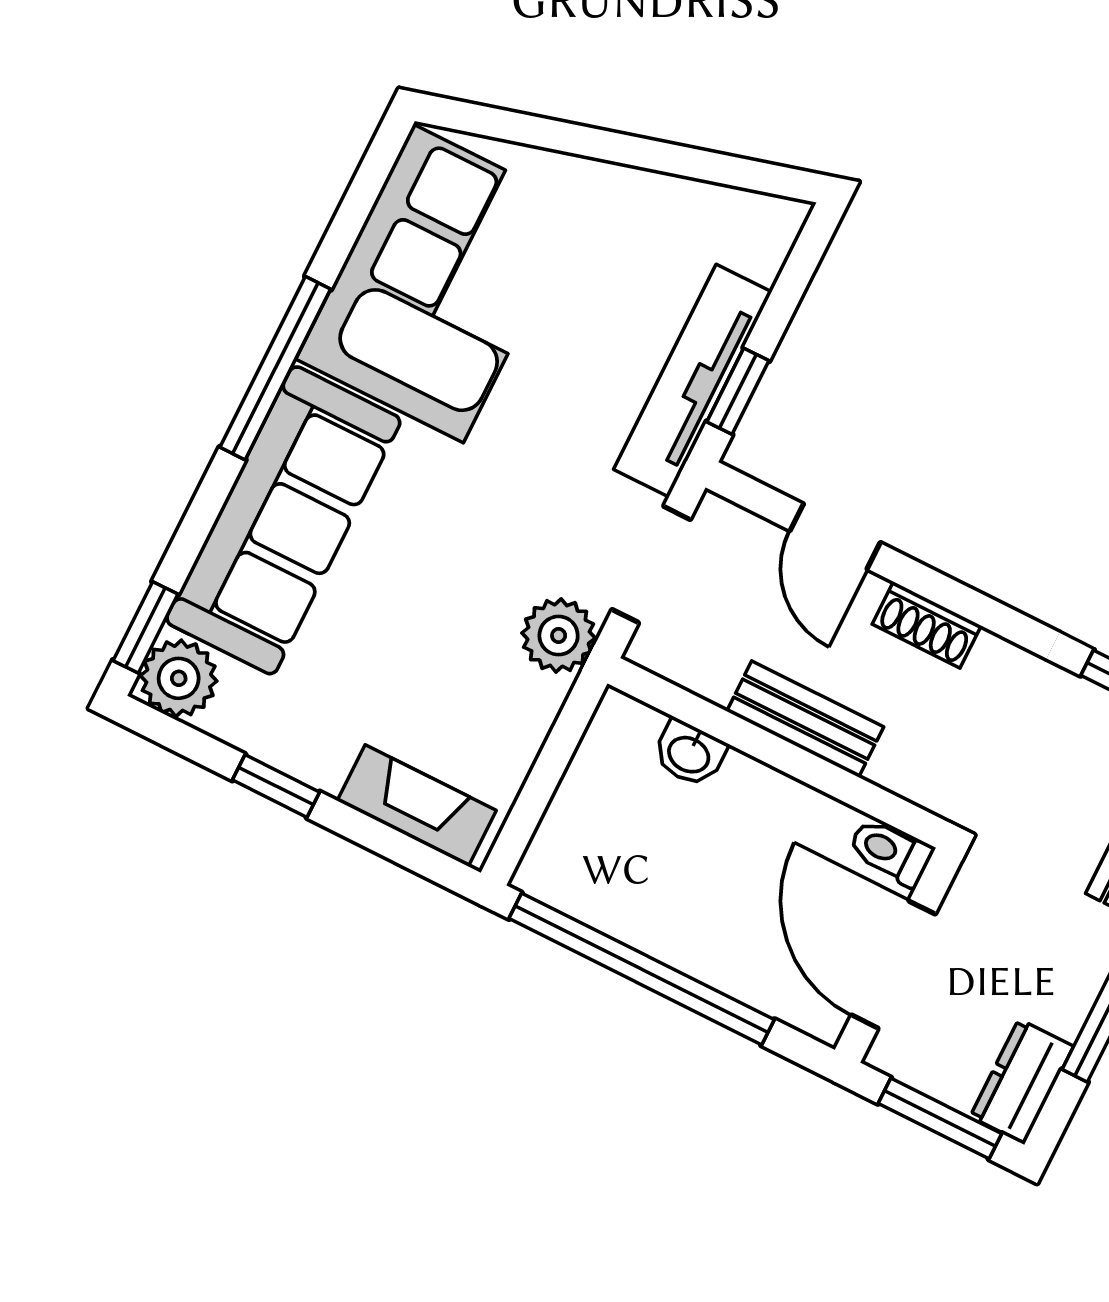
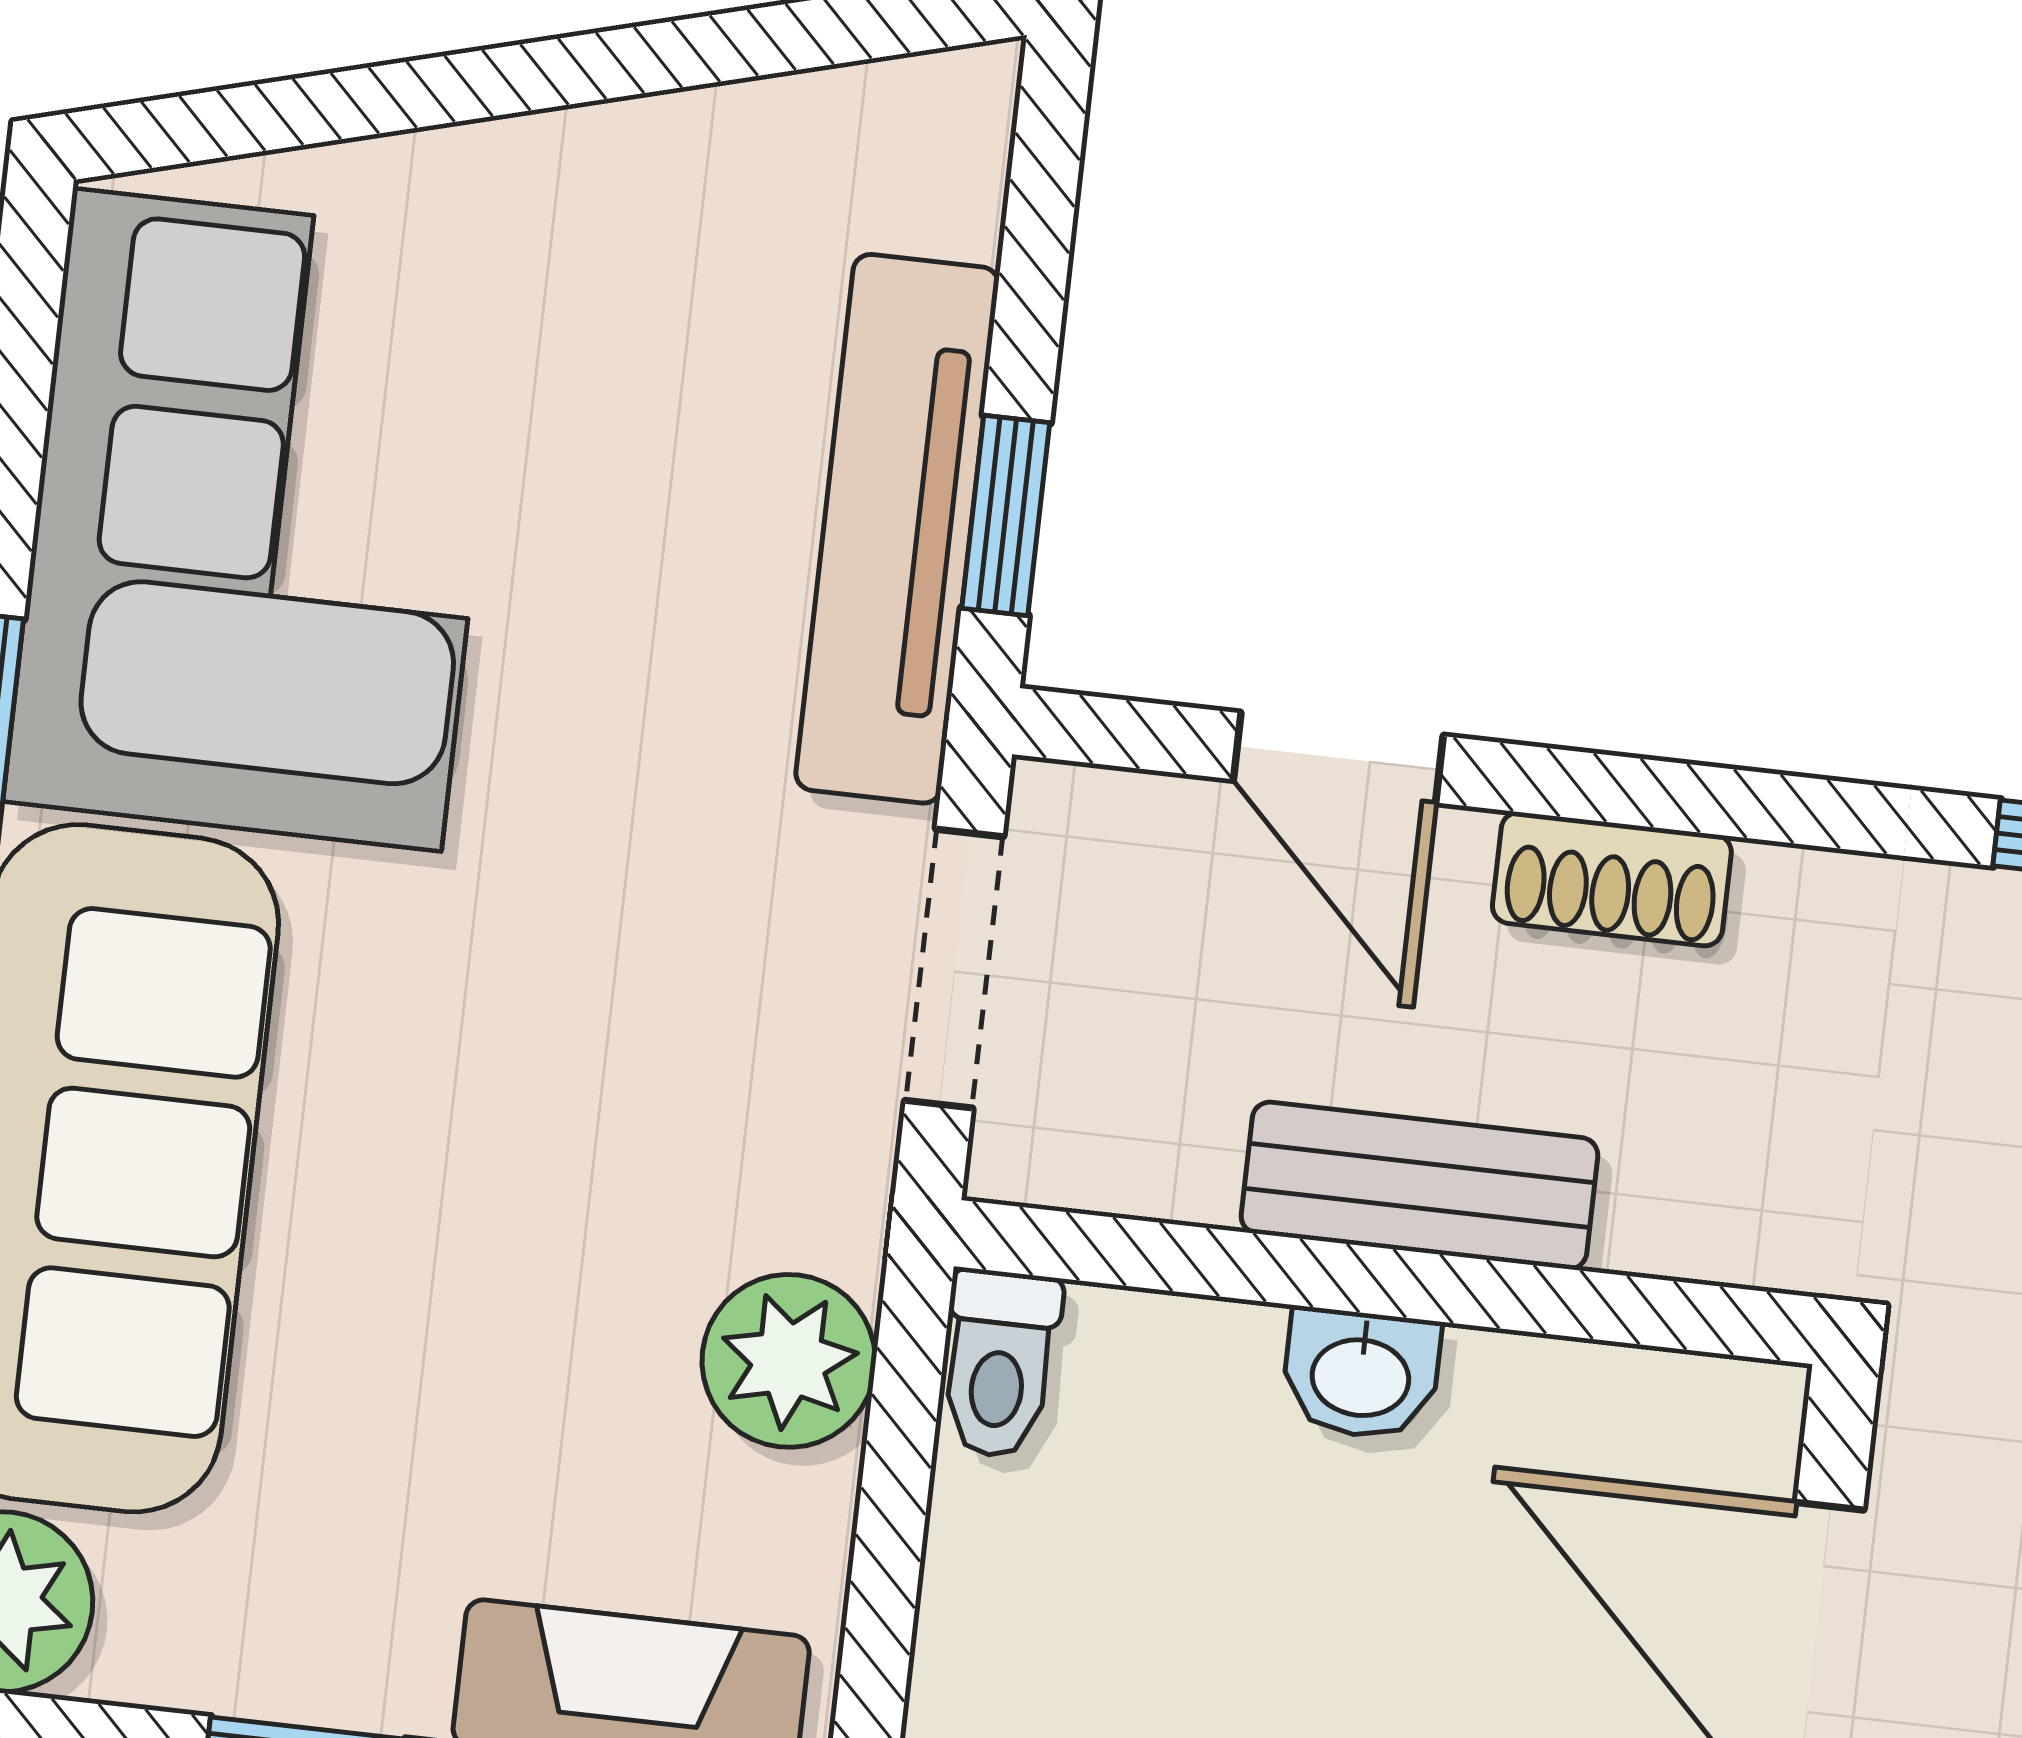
plant: (559, 636) -> (789, 1361), moved
washbasin: (689, 753) -> (1361, 1374), moved
toilet: (890, 852) -> (999, 1364), moved, turned -90

